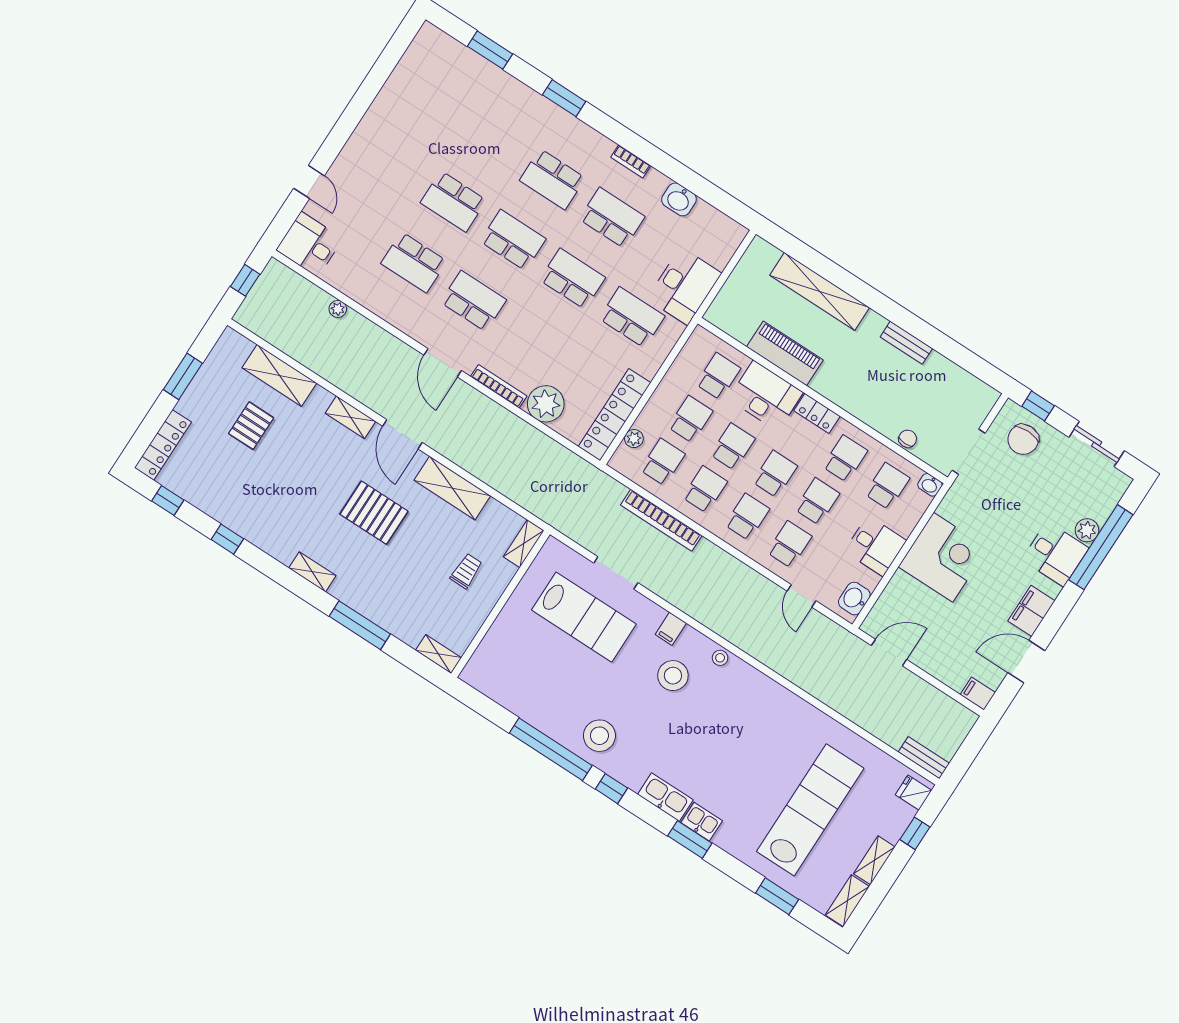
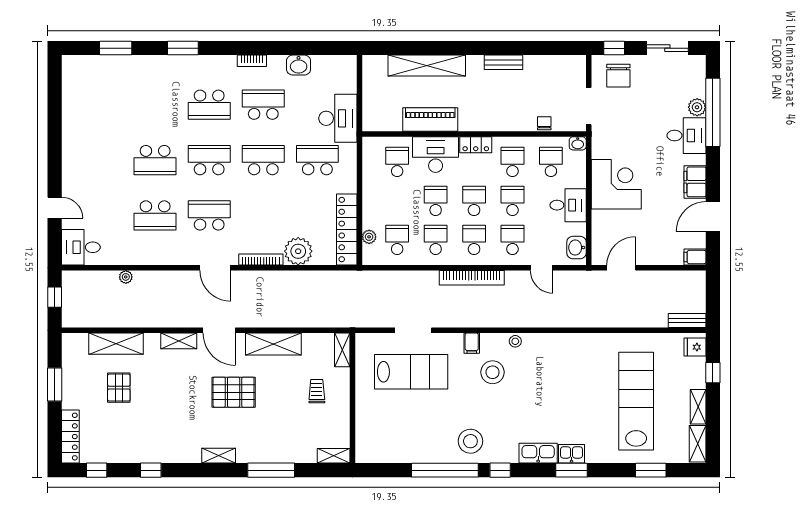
school desk: (690, 419) -> (397, 201), removed
bookcase: (661, 520) -> (472, 278), moved

